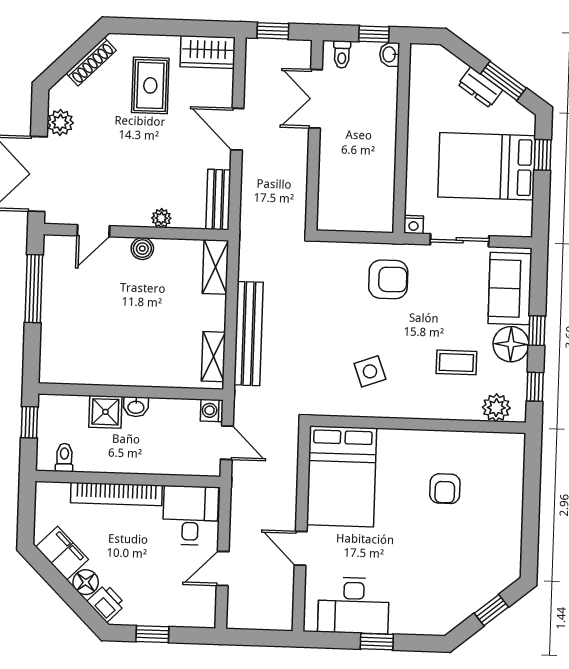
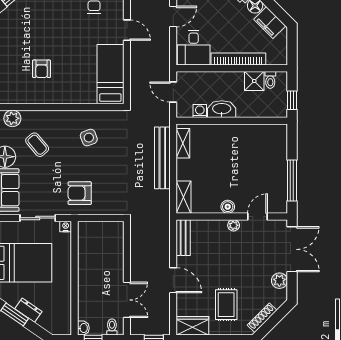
plant: (161, 218) -> (234, 225), moved
coffee table: (456, 362) -> (37, 145), turned 50
washbasin: (136, 407) -> (222, 109), width x1.91, depth x1.45
washing machine: (212, 410) -> (200, 111), moved, turned -90
shower: (105, 412) -> (254, 81), moved
bed: (342, 476) -> (110, 74), width x0.67
armchair: (445, 489) -> (42, 69), turned 180

